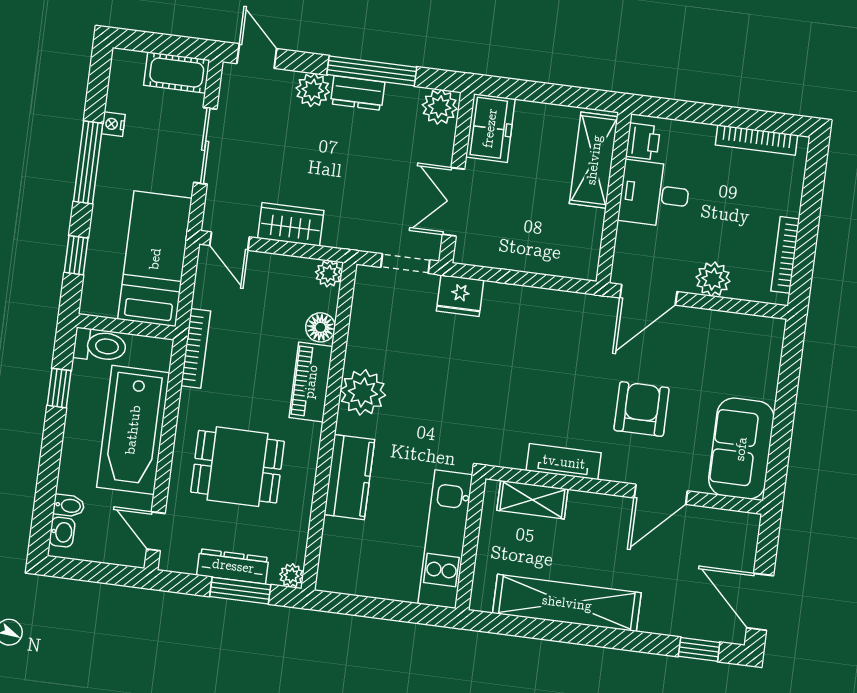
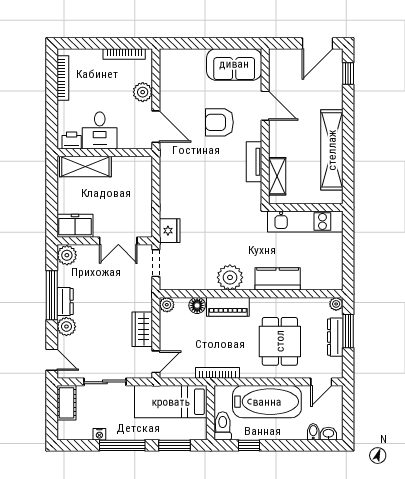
door: (257, 56) -> (52, 360), swing flipped
window: (76, 255) -> (175, 445), width x1.50

